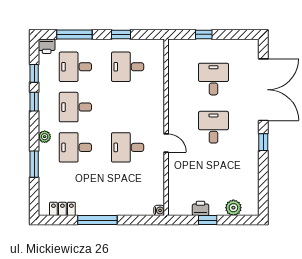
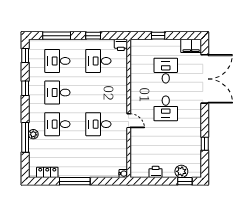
printer: (47, 46) -> (121, 45), moved
filing cabinet: (246, 48) -> (191, 46), added
window: (34, 73) -> (25, 55), moved
desk: (213, 127) -> (166, 108), turned 180
plant: (45, 137) -> (33, 134), moved
window: (263, 142) -> (205, 144), moved
window: (34, 164) -> (25, 137), width x1.44
window: (208, 220) -> (185, 181), moved

